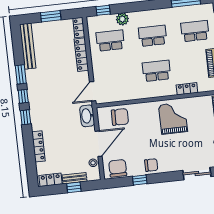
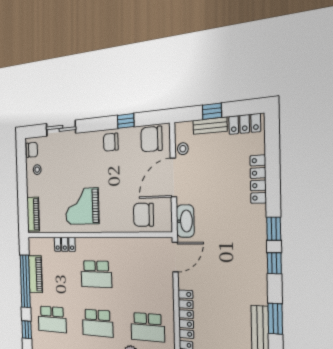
window: (21, 74) -> (275, 319), moved
grand piano: (173, 118) -> (82, 206), turned 90
chair: (118, 168) -> (152, 139), turned 90

